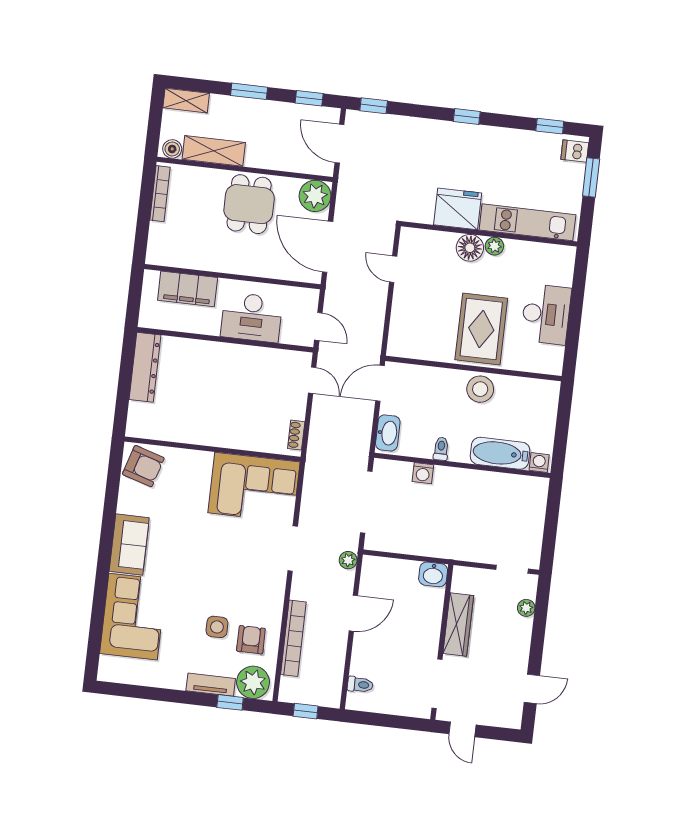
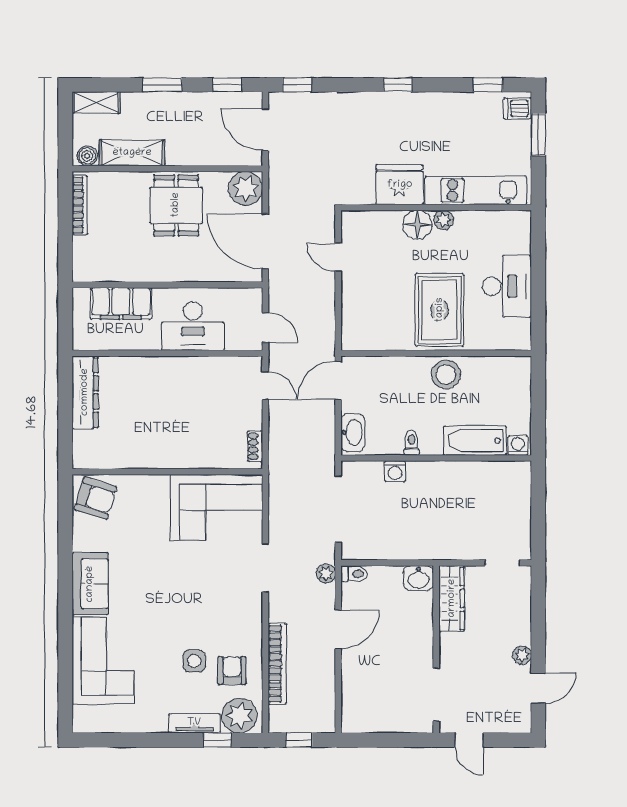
plant: (526, 608) -> (522, 655), moved
wardrobe: (458, 624) -> (452, 598), moved
toilet: (360, 685) -> (354, 574), moved

